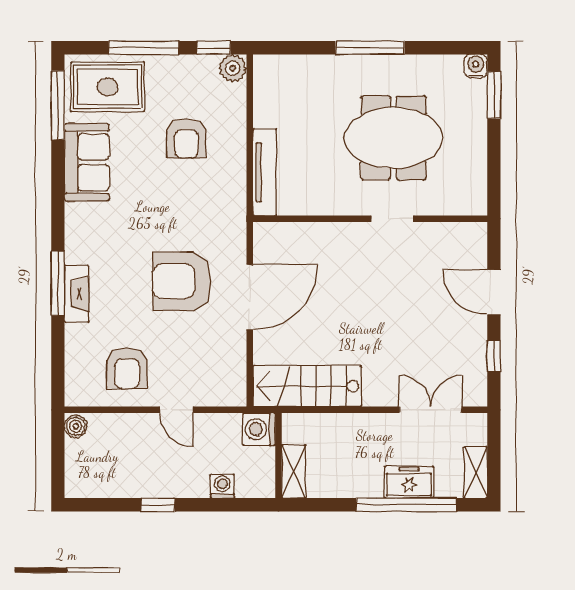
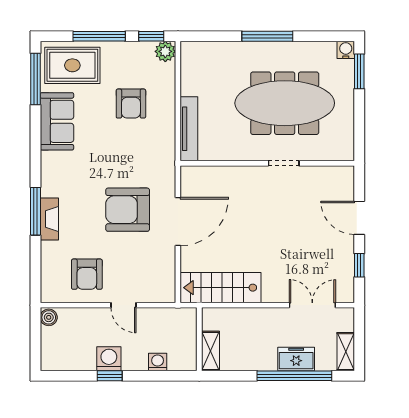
meeting table: (393, 138) -> (285, 103), width x1.36
washing machine: (259, 429) -> (109, 359), moved, turned 90

